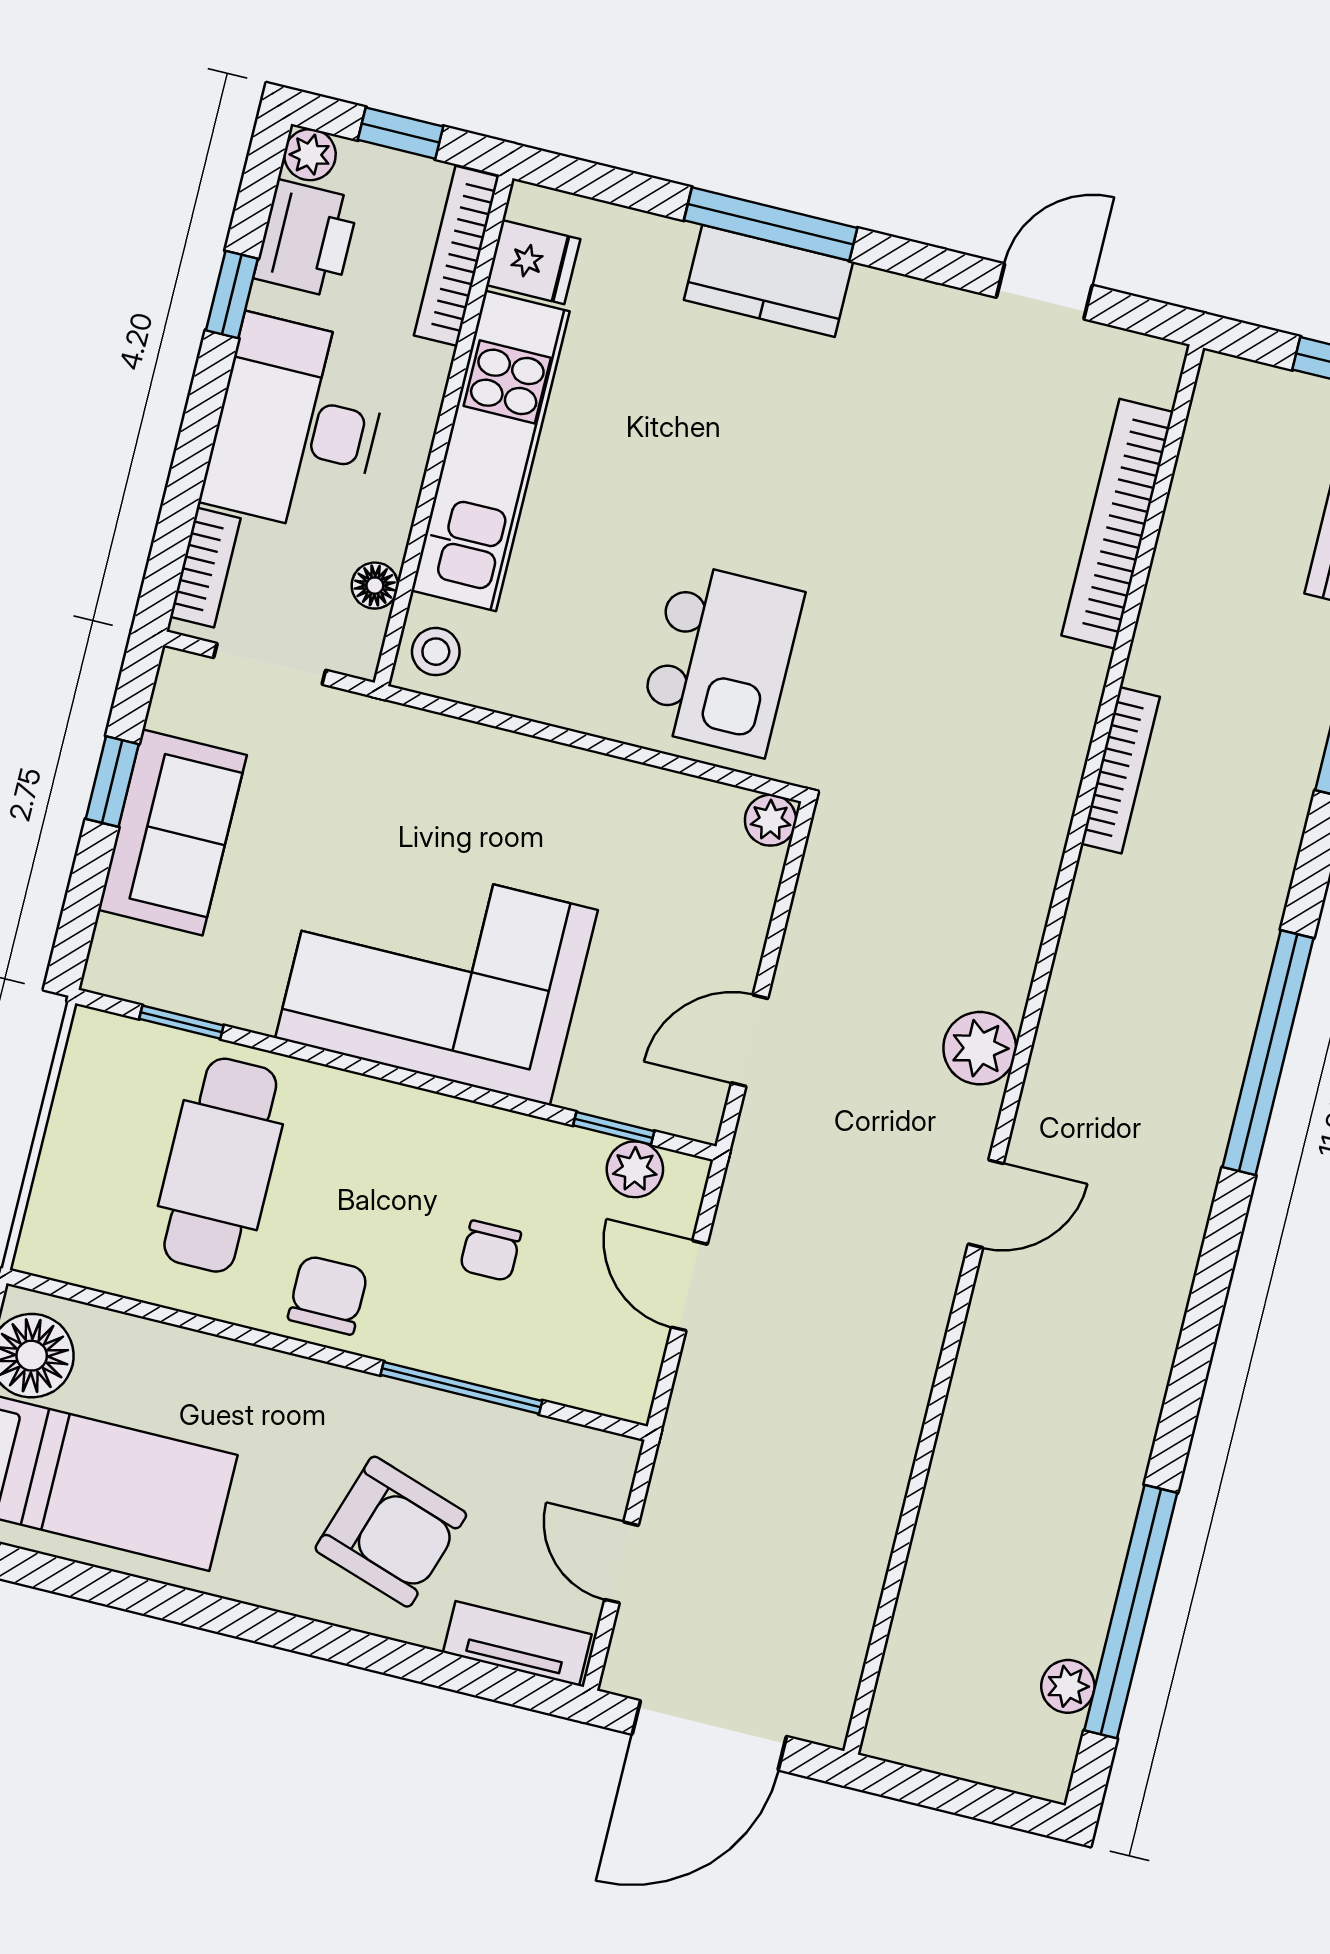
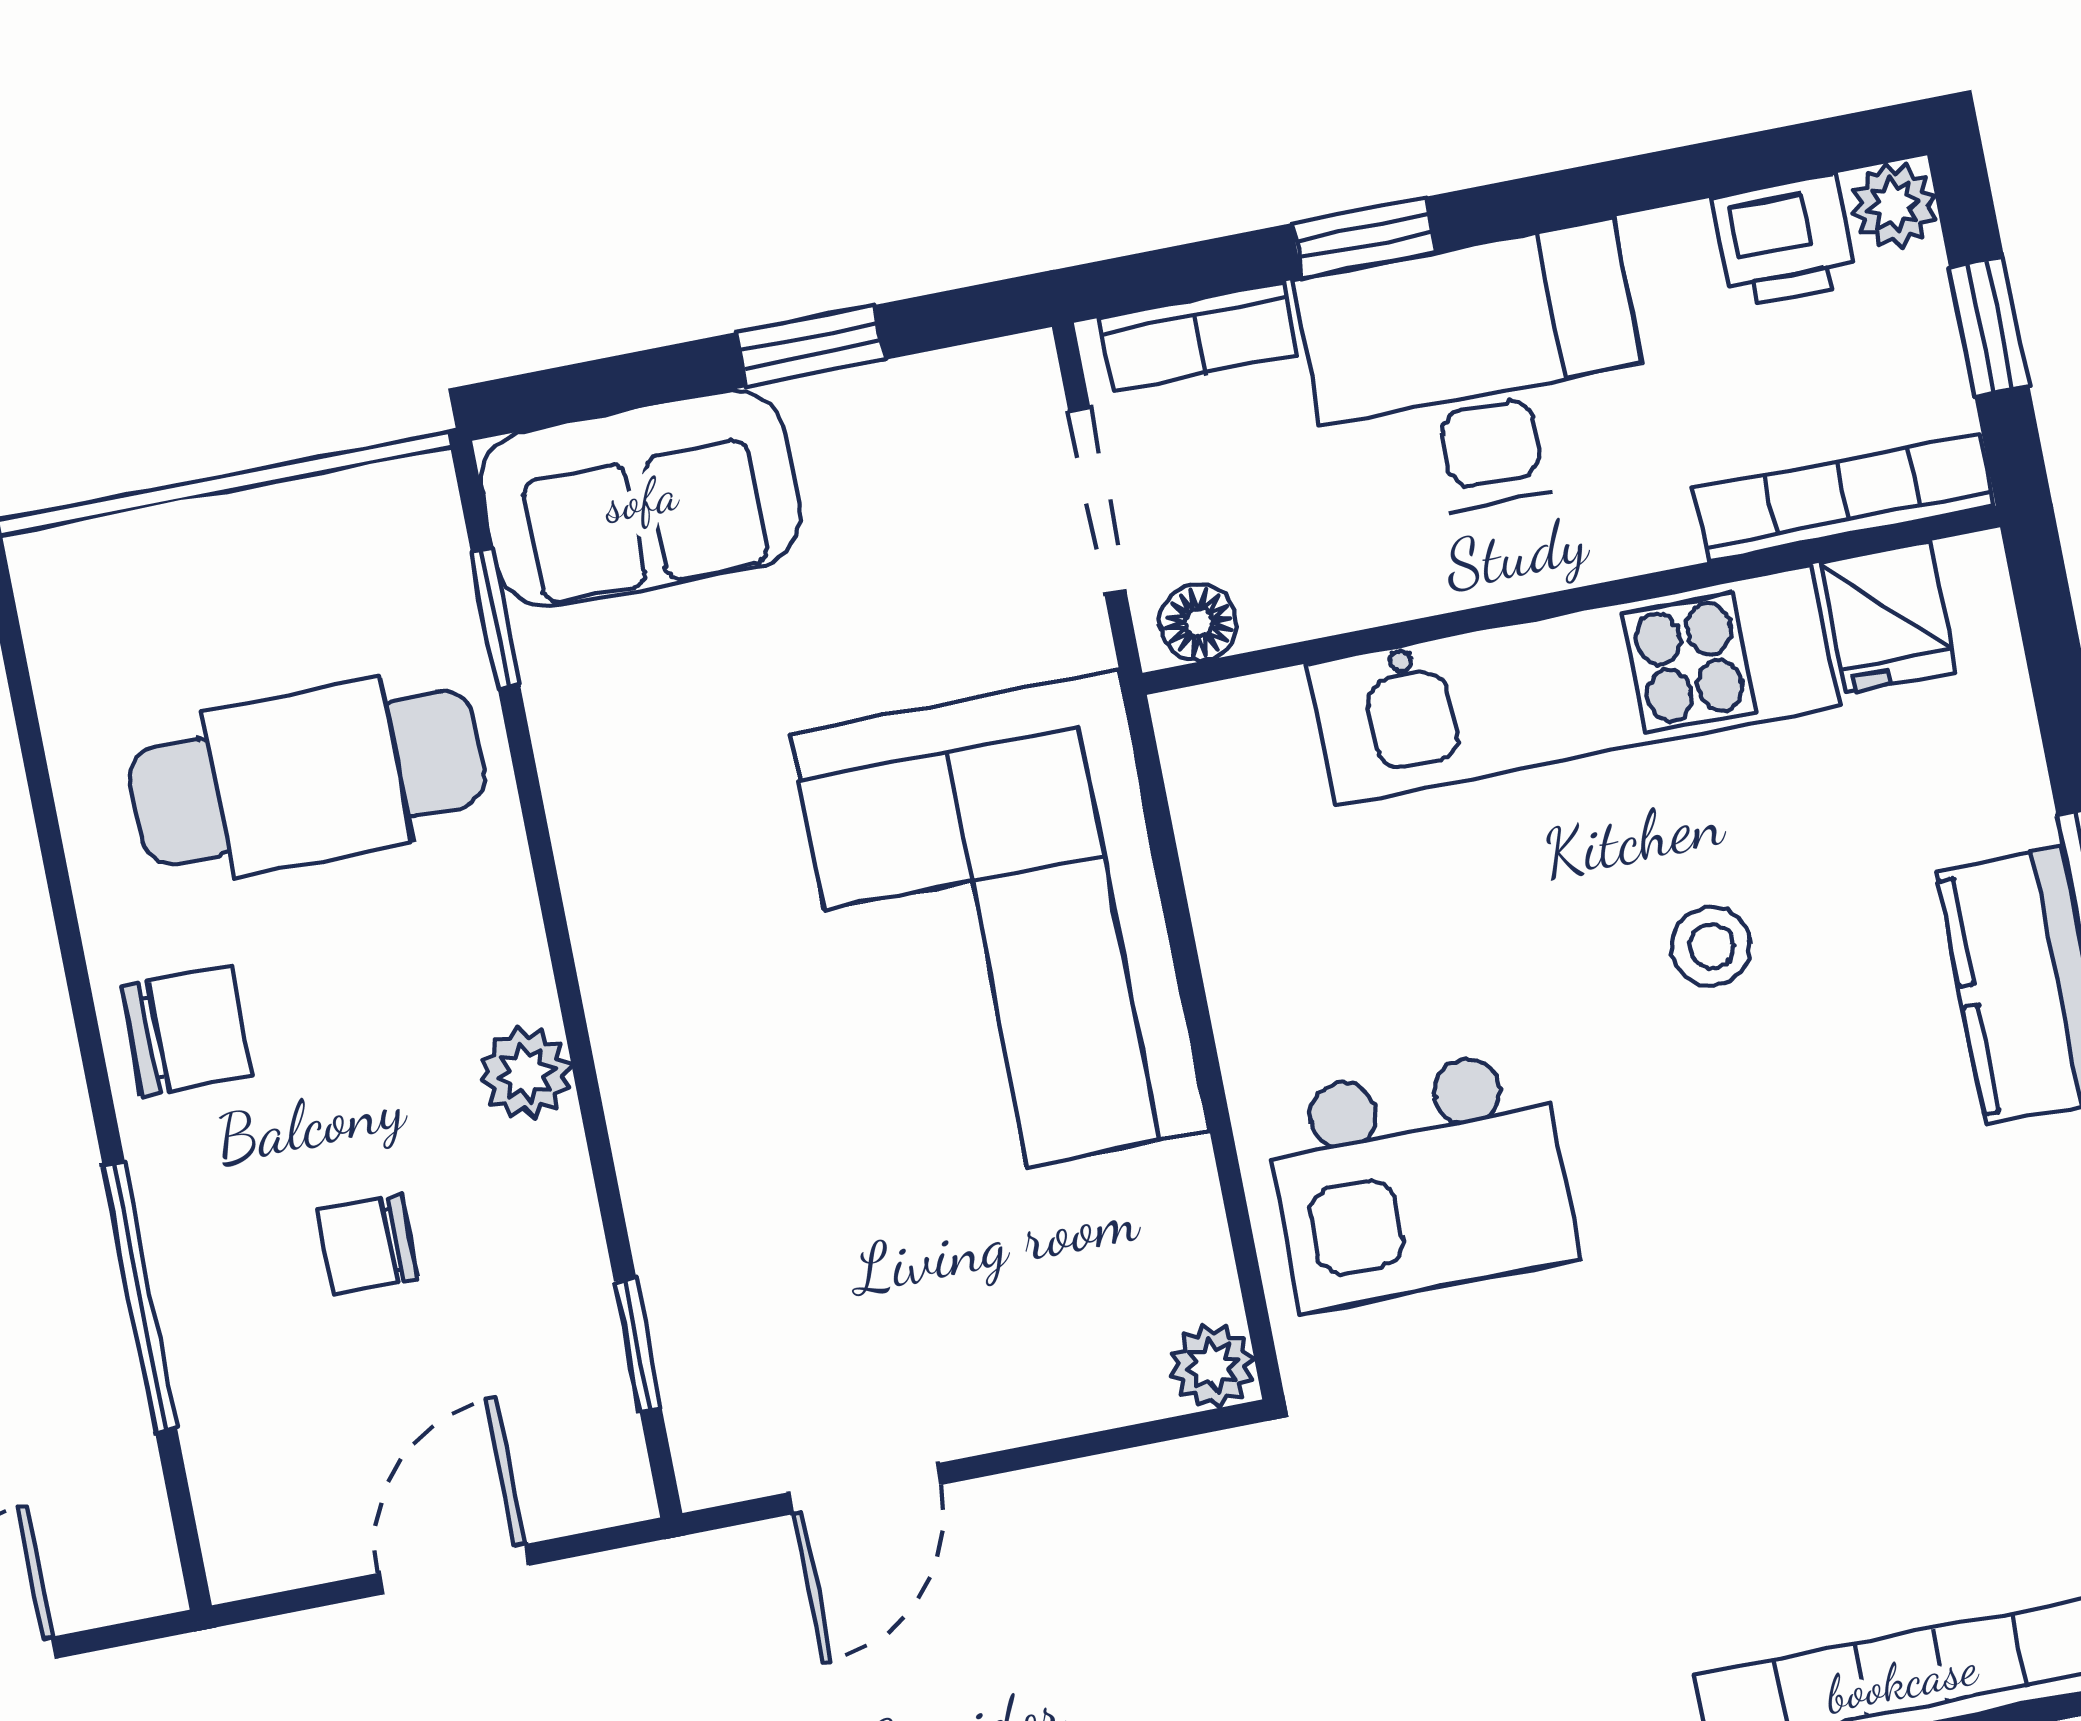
printer: (307, 239) -> (1784, 241), width x0.73, depth x0.81
window: (232, 295) -> (1364, 237), moved
floor lamp: (375, 586) -> (1199, 623), moved
stool: (436, 652) -> (1711, 947), moved
sofa: (172, 832) -> (641, 499), moved
corner sofa: (436, 974) -> (1000, 933), moved, turned 180
door: (750, 1041) -> (865, 1489), swing flipped
plant: (635, 1169) -> (526, 1073), moved

